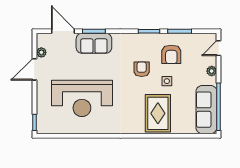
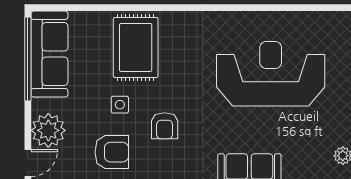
armchair: (171, 54) -> (112, 152), turned 90
plant: (212, 71) -> (48, 130), width x1.87, depth x1.87

